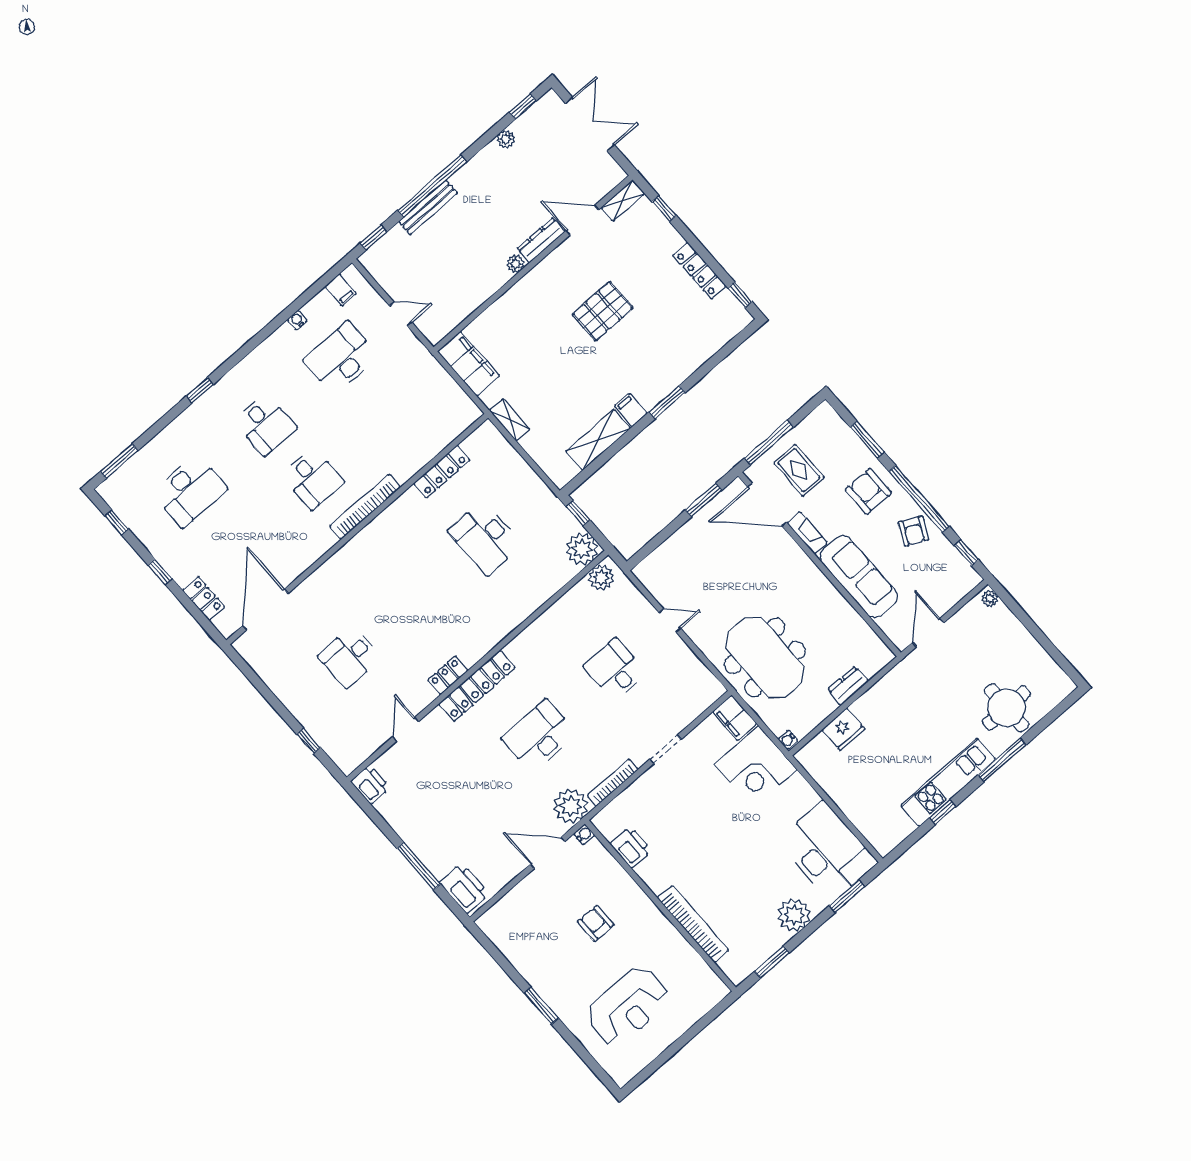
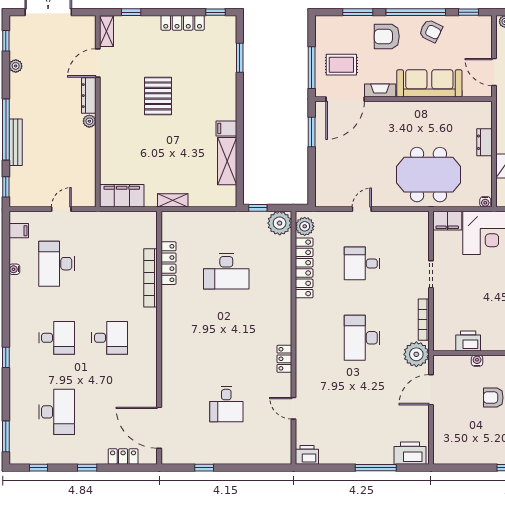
window: (667, 402) -> (240, 58), moved
bookcase: (365, 507) -> (151, 278), moved
locker: (477, 686) -> (304, 268), moved
window: (309, 741) -> (204, 468), moved
water cooler: (584, 834) -> (477, 361), moved

